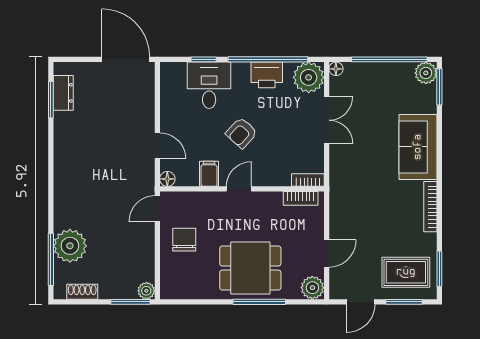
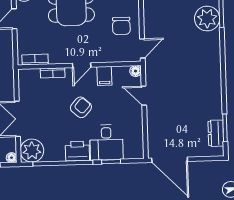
printer: (267, 75) -> (77, 151), moved
bookcase: (308, 180) -> (53, 73), moved

